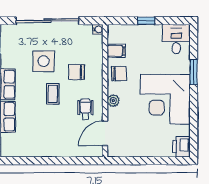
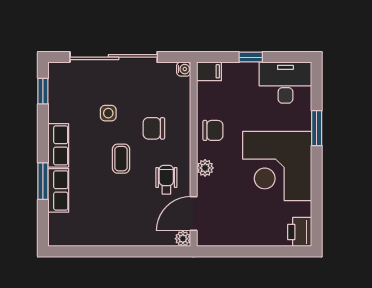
desk: (176, 39) -> (285, 83), width x1.37
filing cabinet: (116, 51) -> (209, 71), moved
side table: (44, 61) -> (108, 113), width x0.54, depth x0.54
plant: (97, 152) -> (183, 239), added

